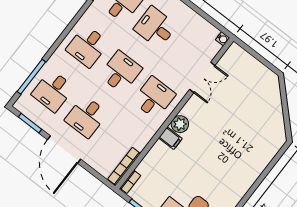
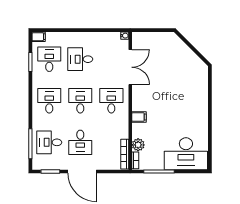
desk: (87, 46) -> (49, 101), turned 180
double door: (202, 77) -> (130, 67), width x1.37
desk: (53, 91) -> (49, 142), turned 90
plant: (180, 124) -> (138, 145), moved

